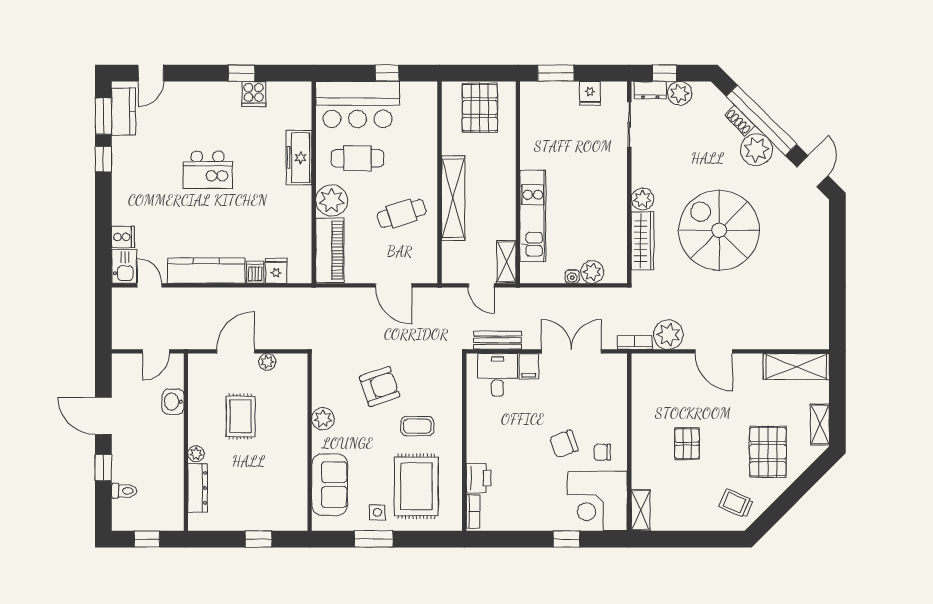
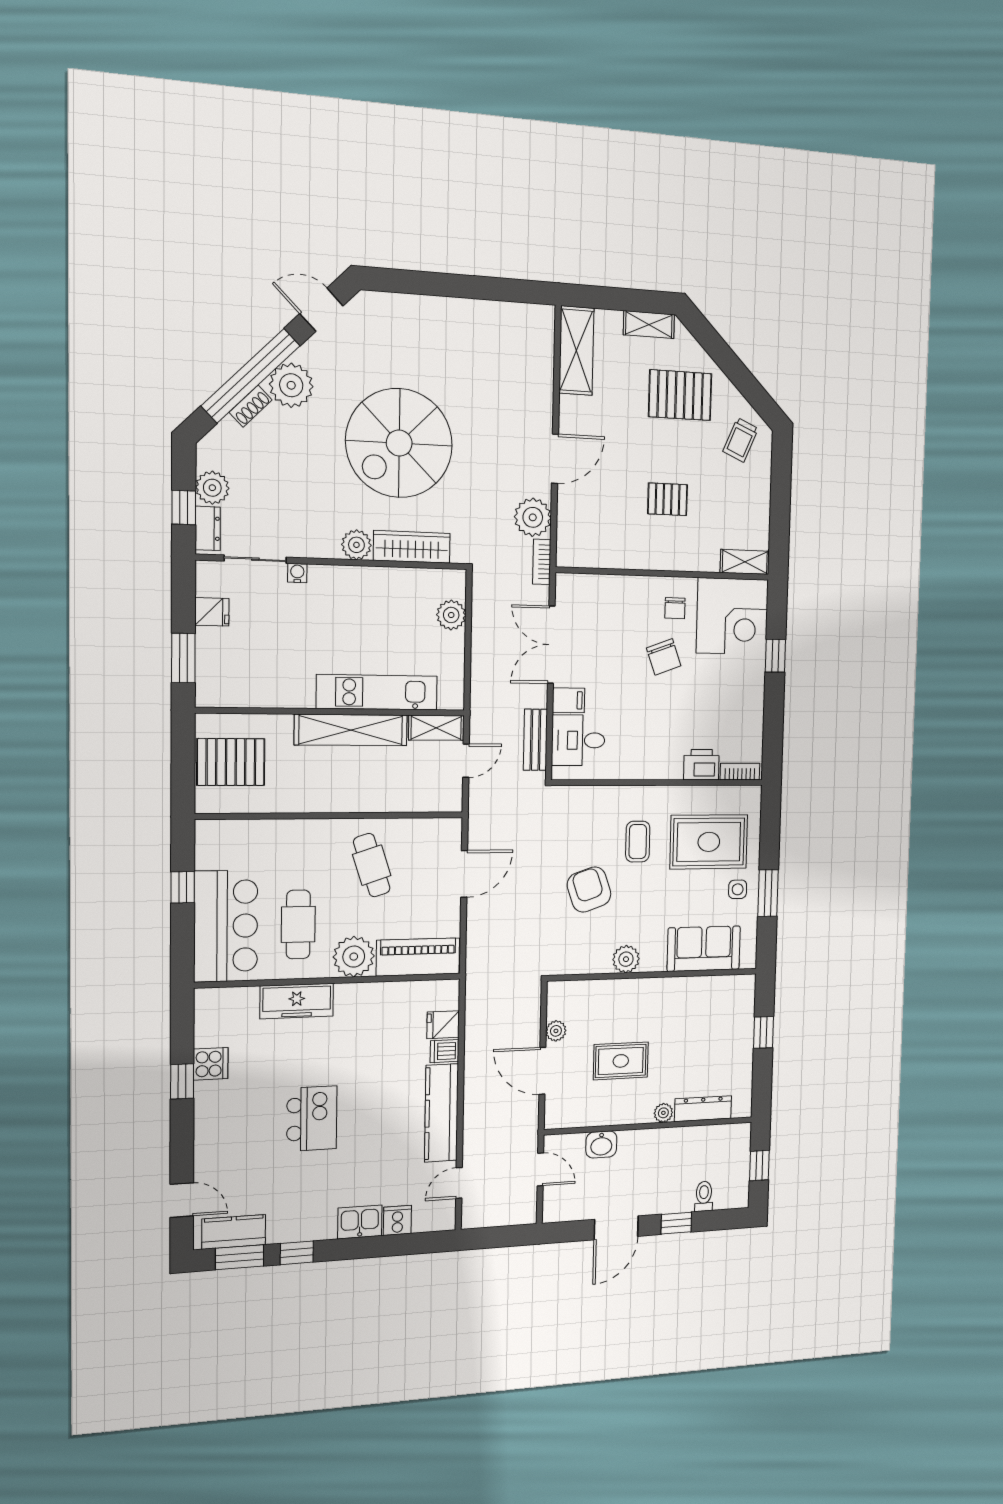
shelving: (453, 198) -> (351, 730), moved
kitchen sink: (124, 266) -> (360, 1222), moved
water cooler: (572, 276) -> (297, 573), moved, turned -90

